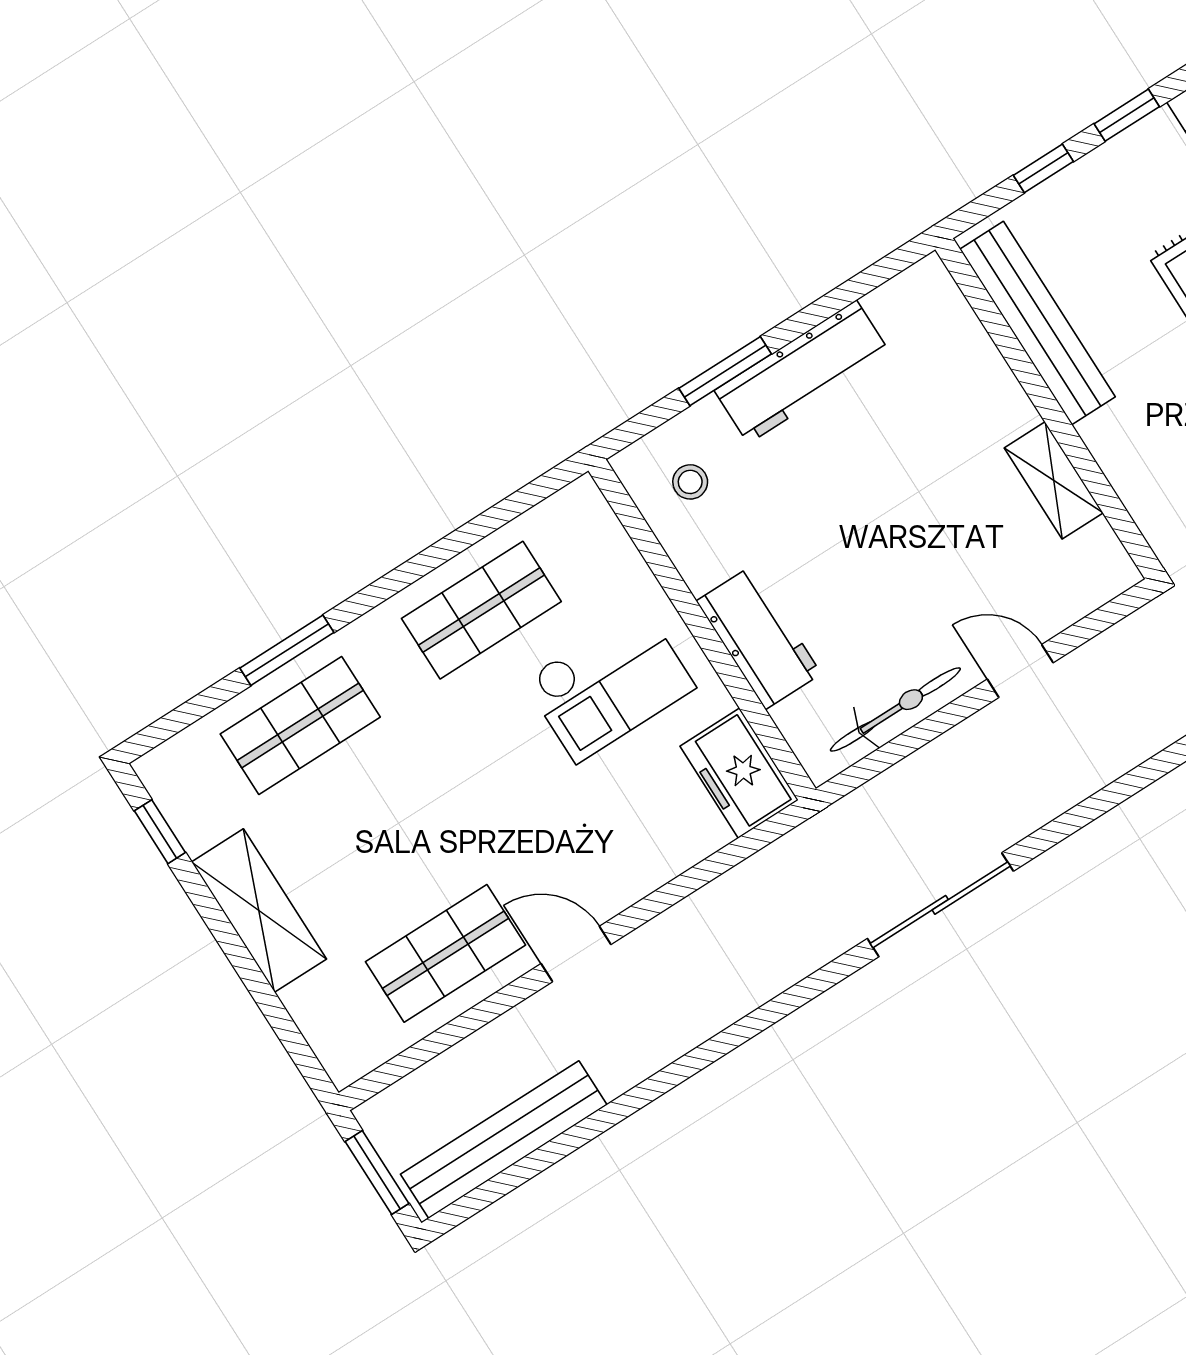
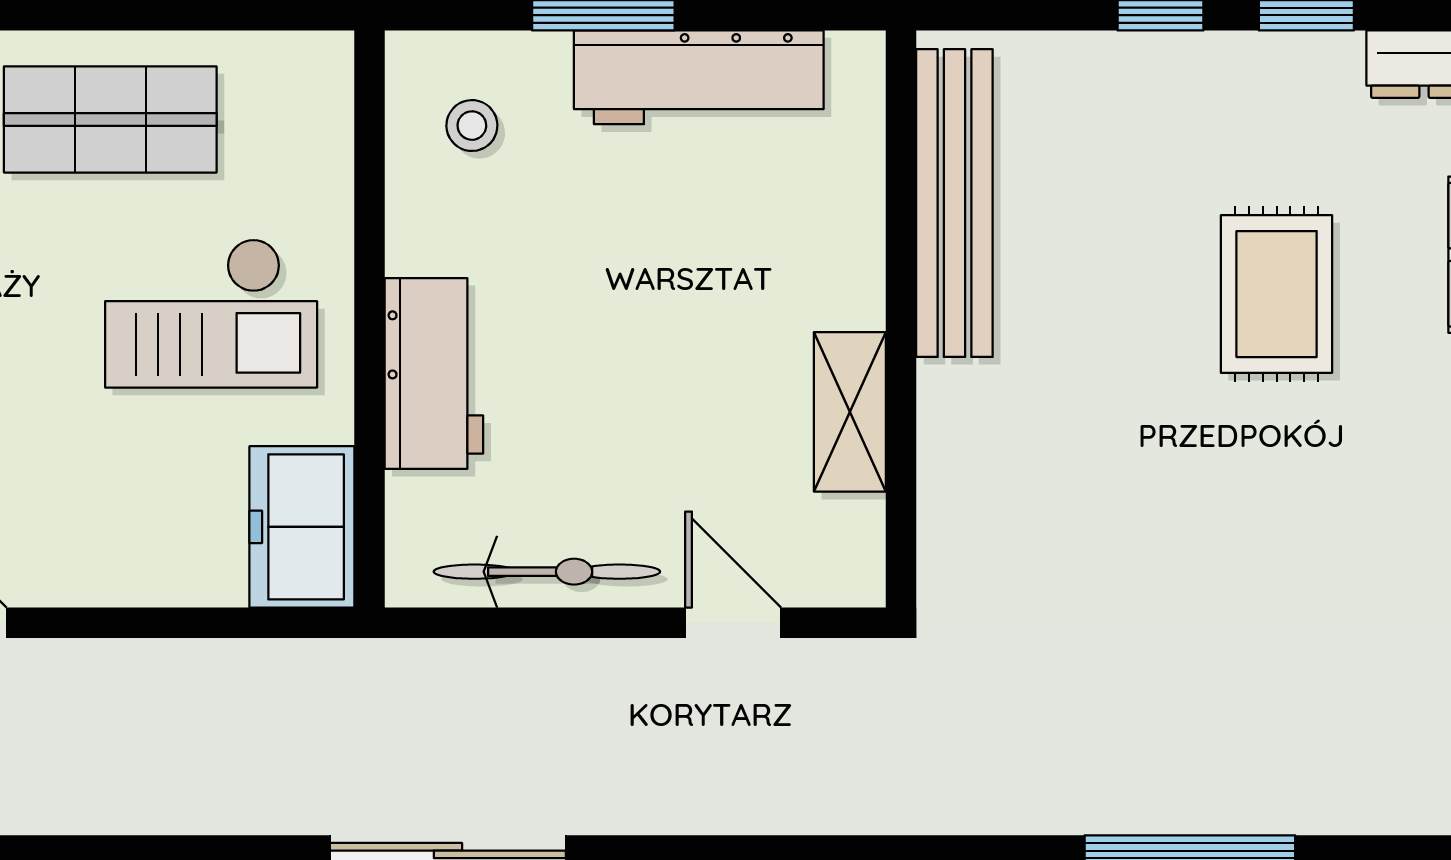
bench: (1037, 323) -> (954, 203), moved
wall: (1049, 409) -> (901, 319), moved
shelving: (1054, 480) -> (850, 412), moved

